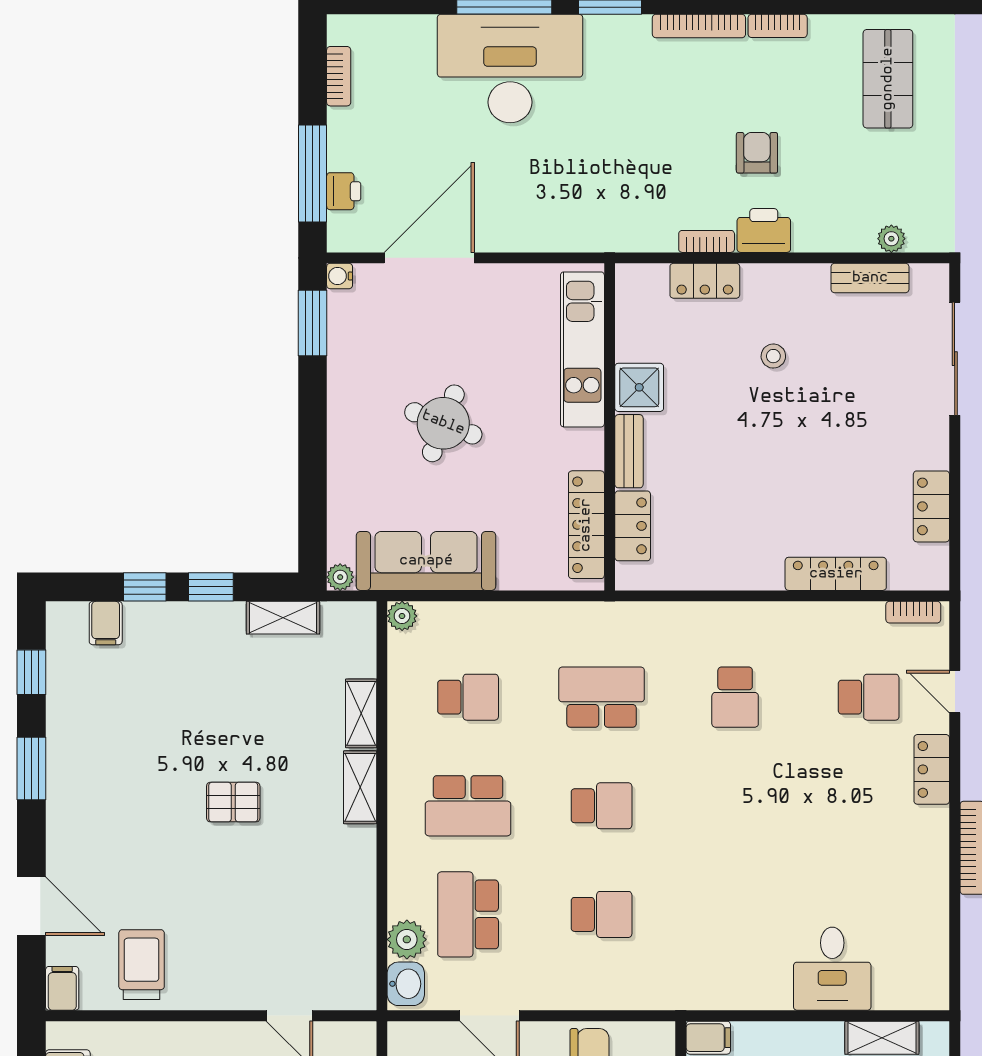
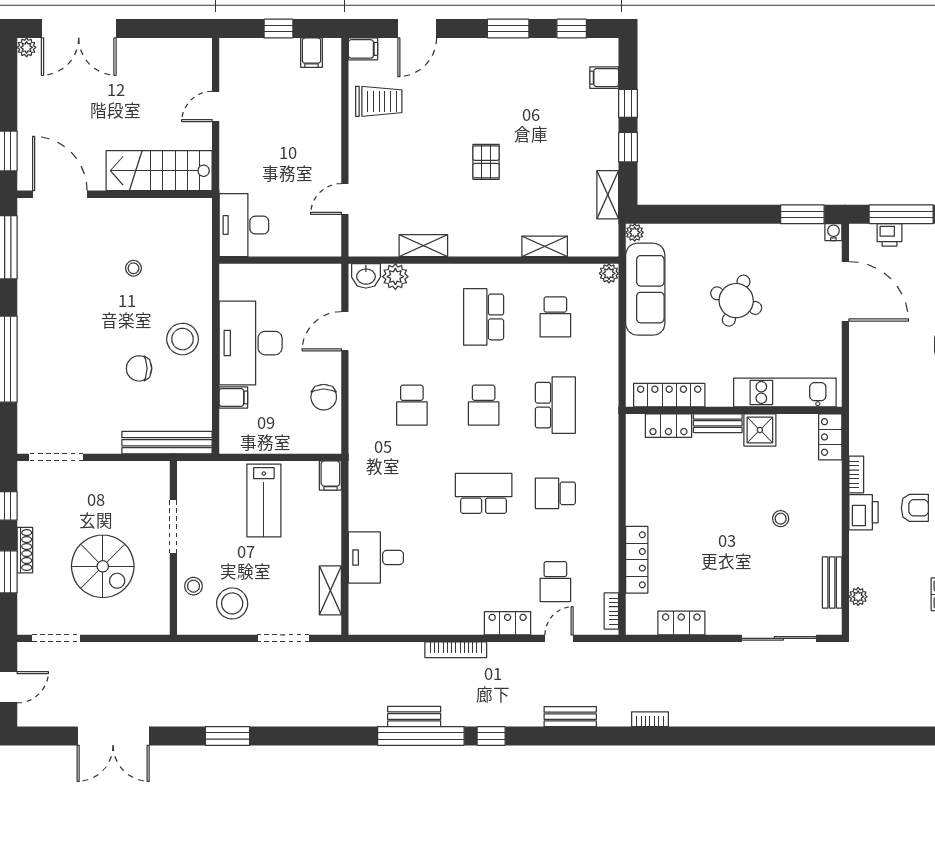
locker: (705, 281) -> (830, 437), moved
shelving: (360, 787) -> (423, 246), moved
school desk: (468, 914) -> (484, 493), moved

